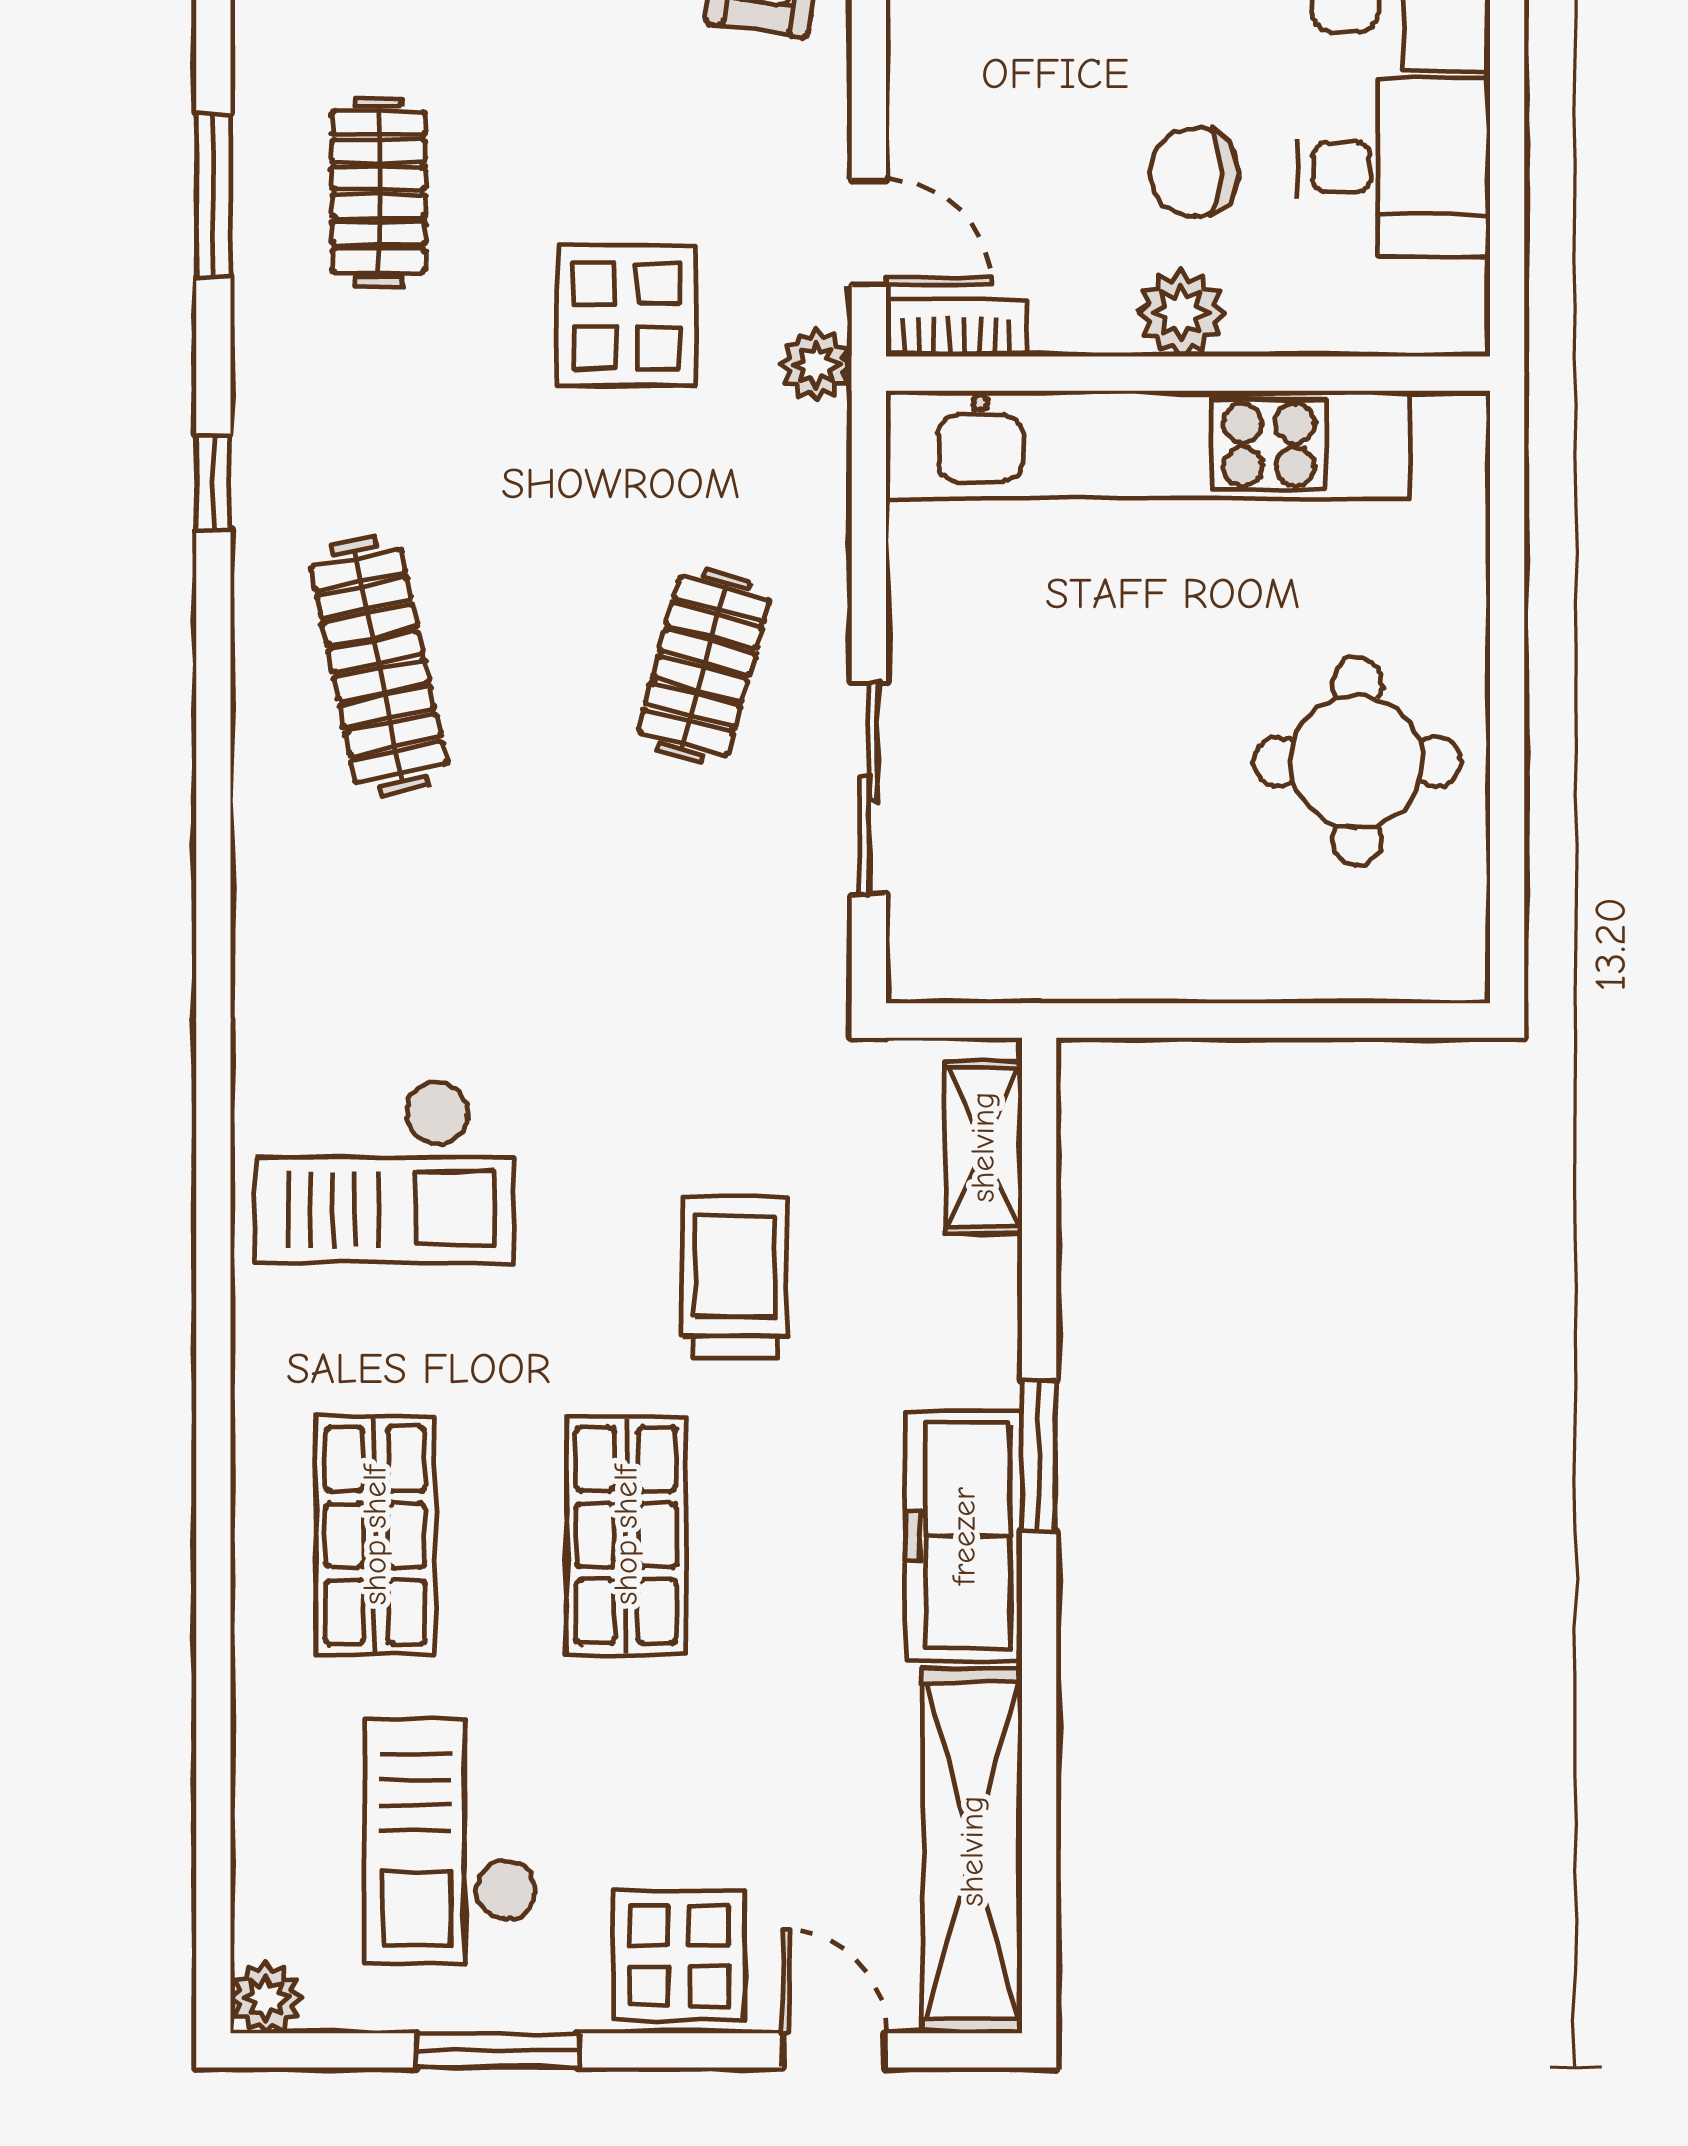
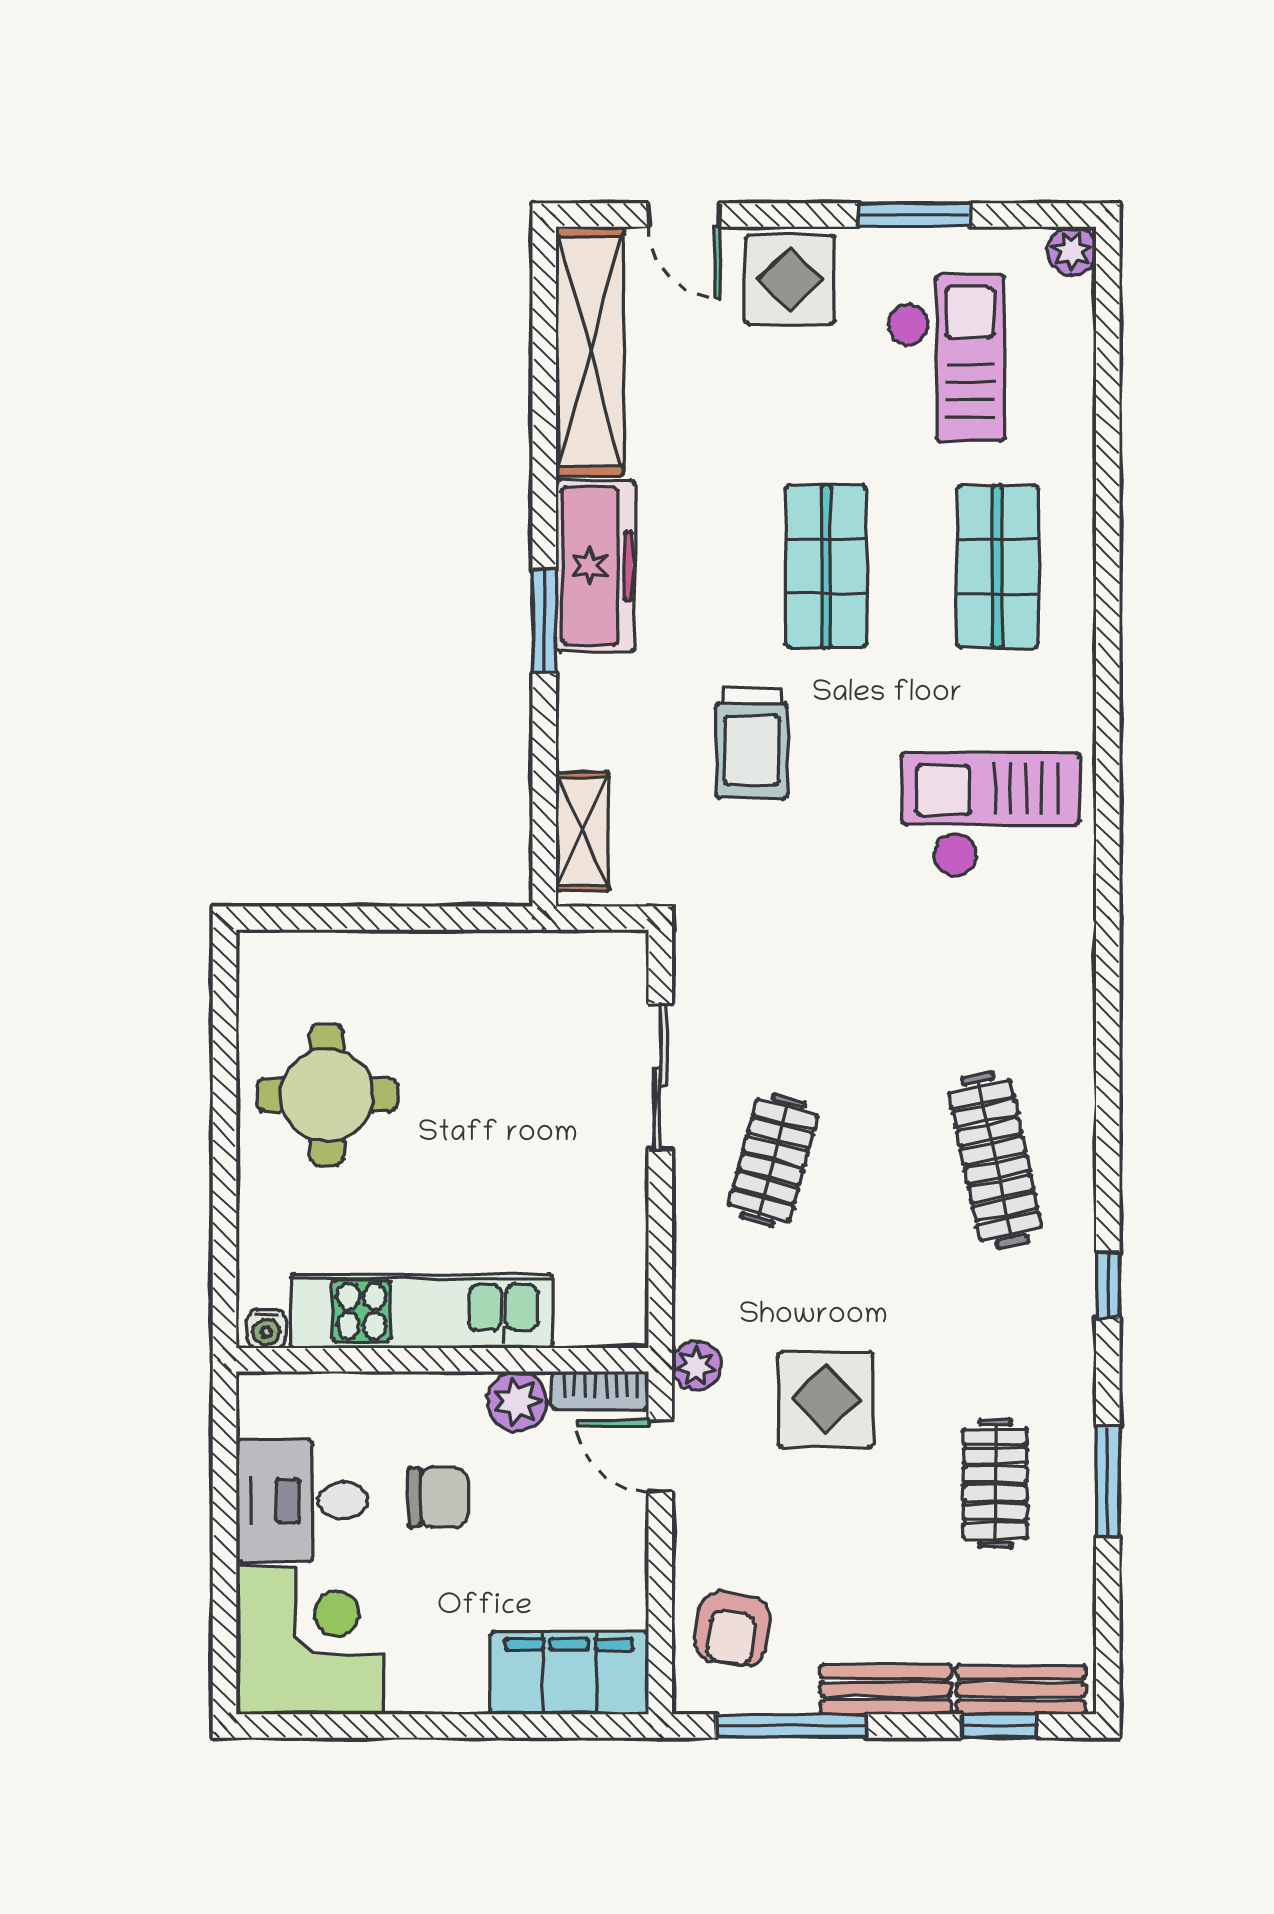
plant: (1181, 313) -> (517, 1401), moved
water cooler: (1446, 419) -> (267, 1329), added
kitchen unit: (1148, 445) -> (422, 1311), width x0.73

